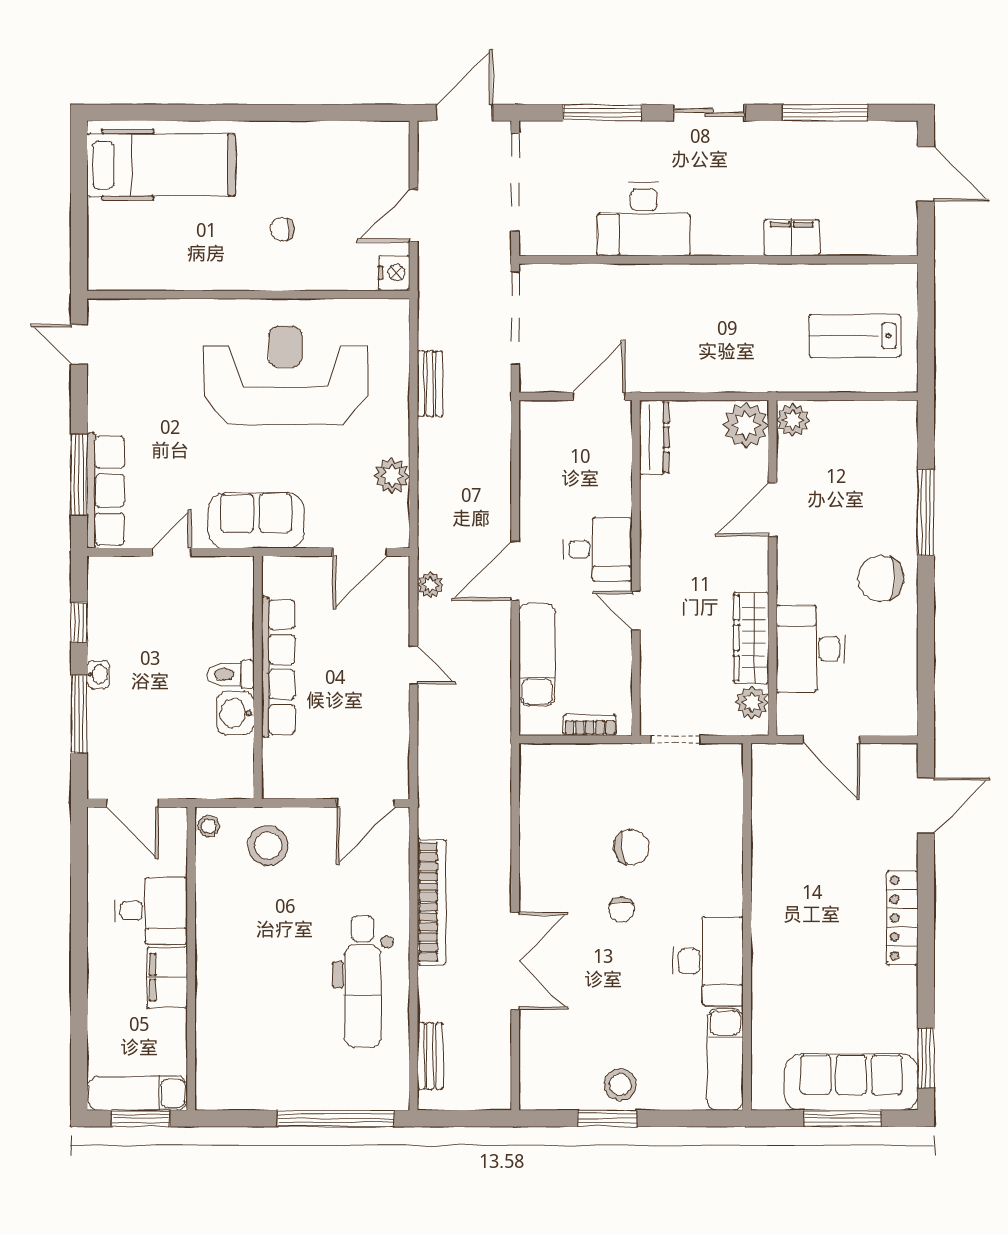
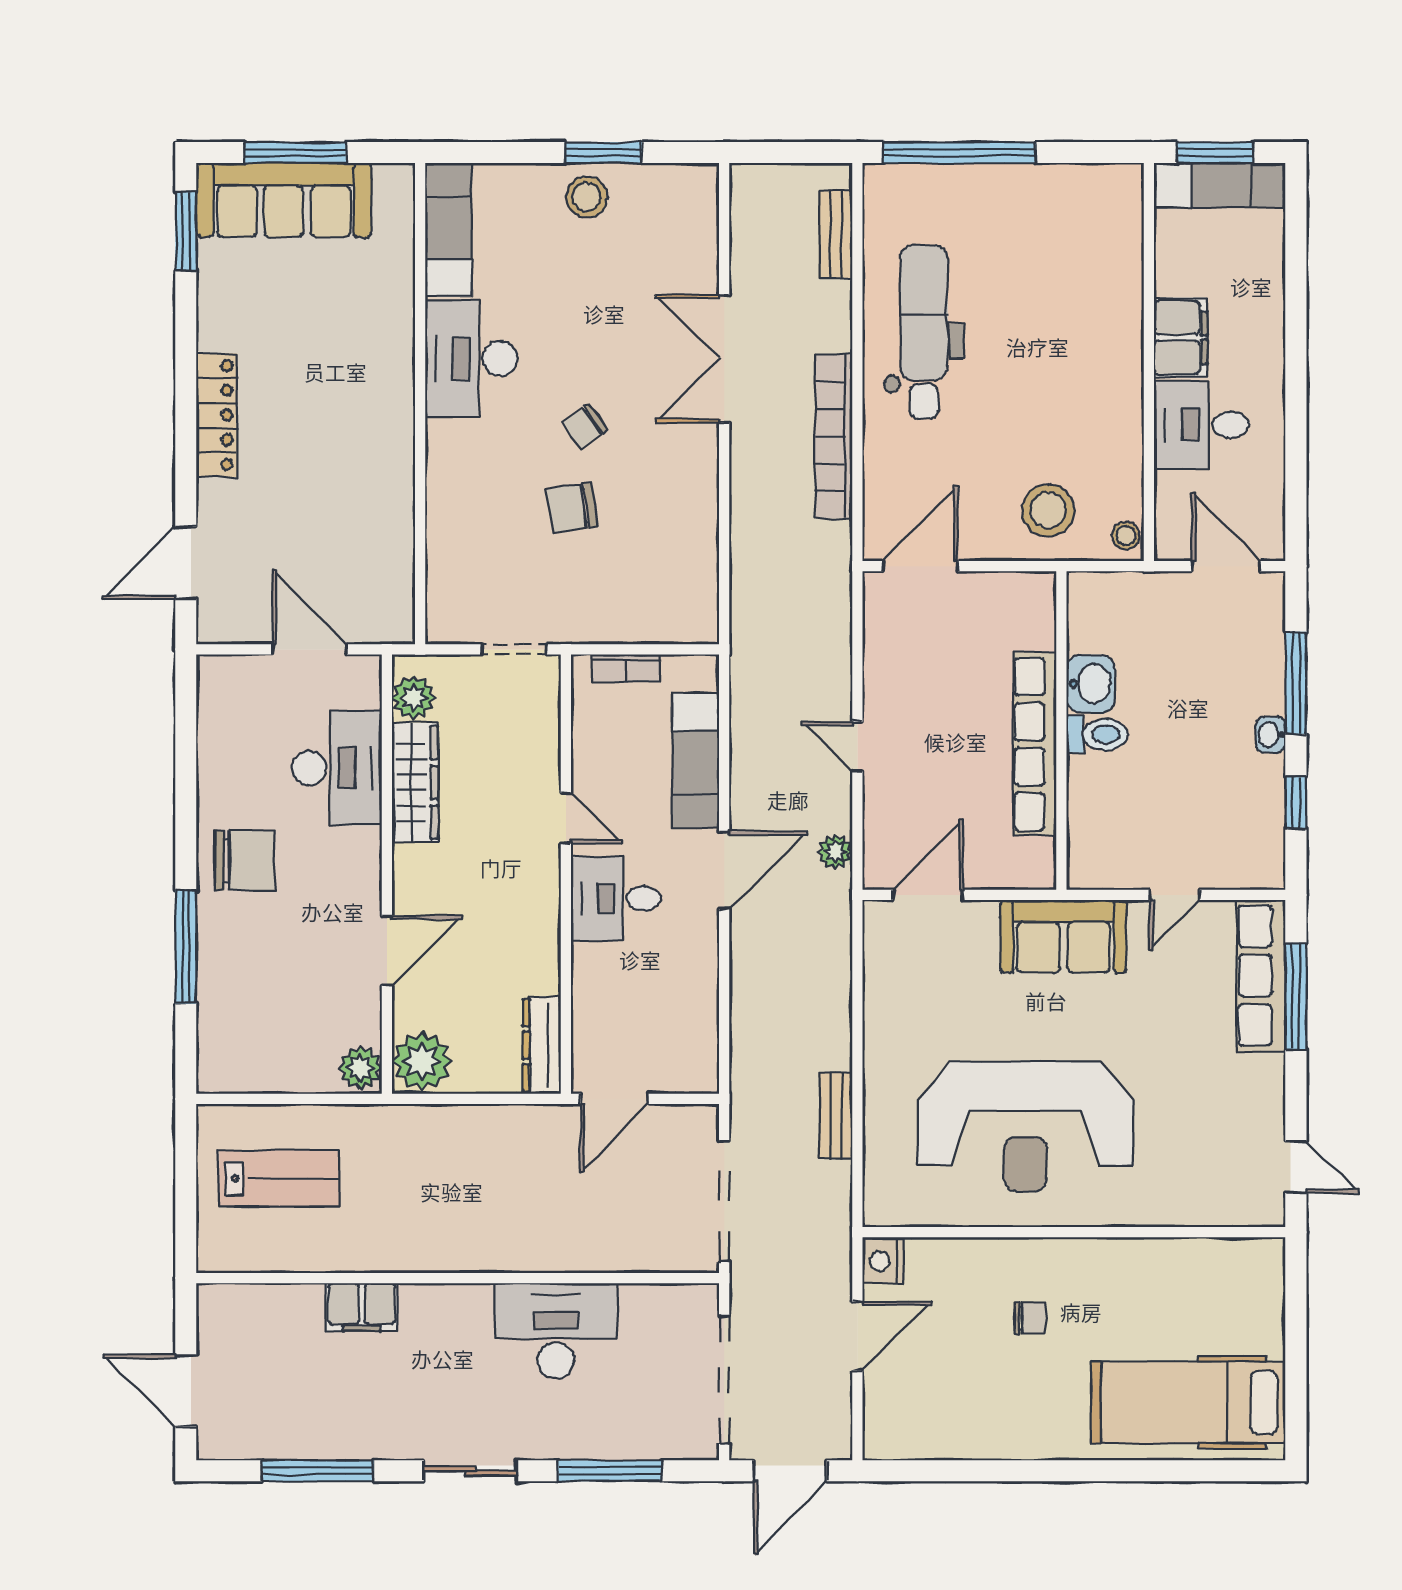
plant: (392, 476) -> (886, 995), removed
chair: (622, 910) -> (585, 426), turned -126

